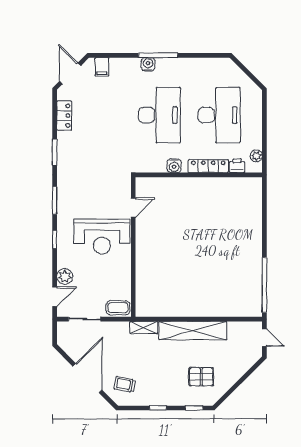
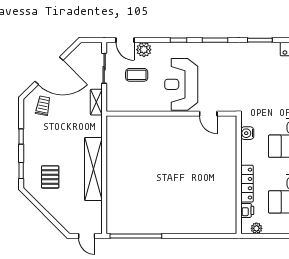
water cooler: (174, 166) -> (247, 133), moved
coffee table: (118, 308) -> (137, 75), moved, turned 90
shelving: (144, 328) -> (96, 102), moved
door: (264, 338) -> (87, 236), hinge flipped

